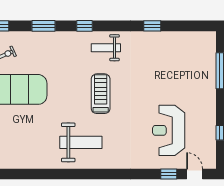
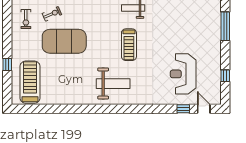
treadmill: (101, 94) -> (129, 45), turned 180

